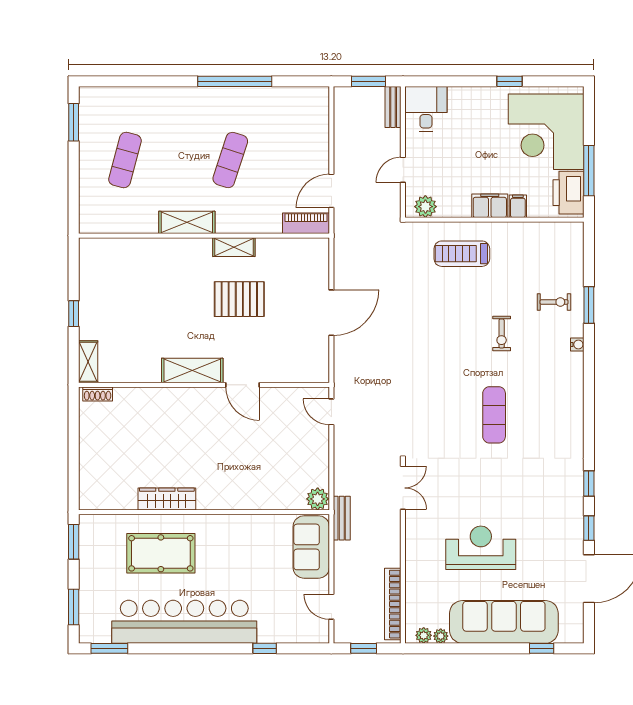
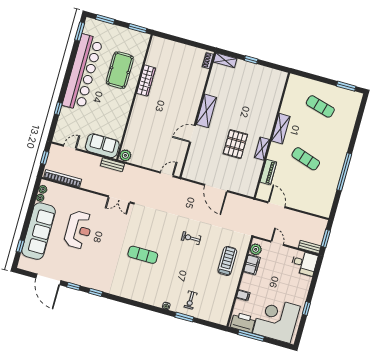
filing cabinet: (490, 206) -> (252, 265), moved
piano: (306, 223) -> (268, 172), moved
exercise bike: (502, 333) -> (191, 238), moved

